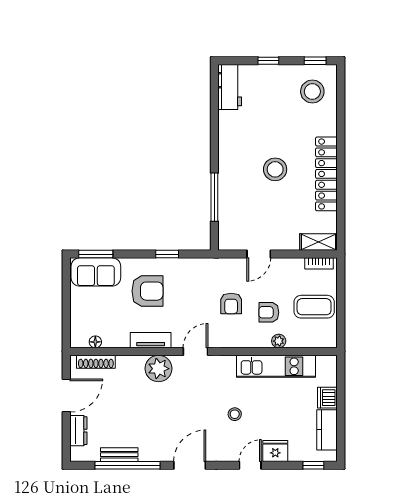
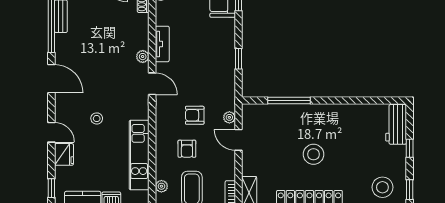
workbench: (230, 87) -> (396, 124), moved, turned 90
plant: (233, 264) -> (229, 117), added
armchair: (147, 291) -> (206, 41), removed
armchair: (269, 312) -> (187, 149), turned 180
plant: (279, 341) -> (161, 186), moved
plant: (159, 369) -> (143, 57), width x0.53, depth x0.53

